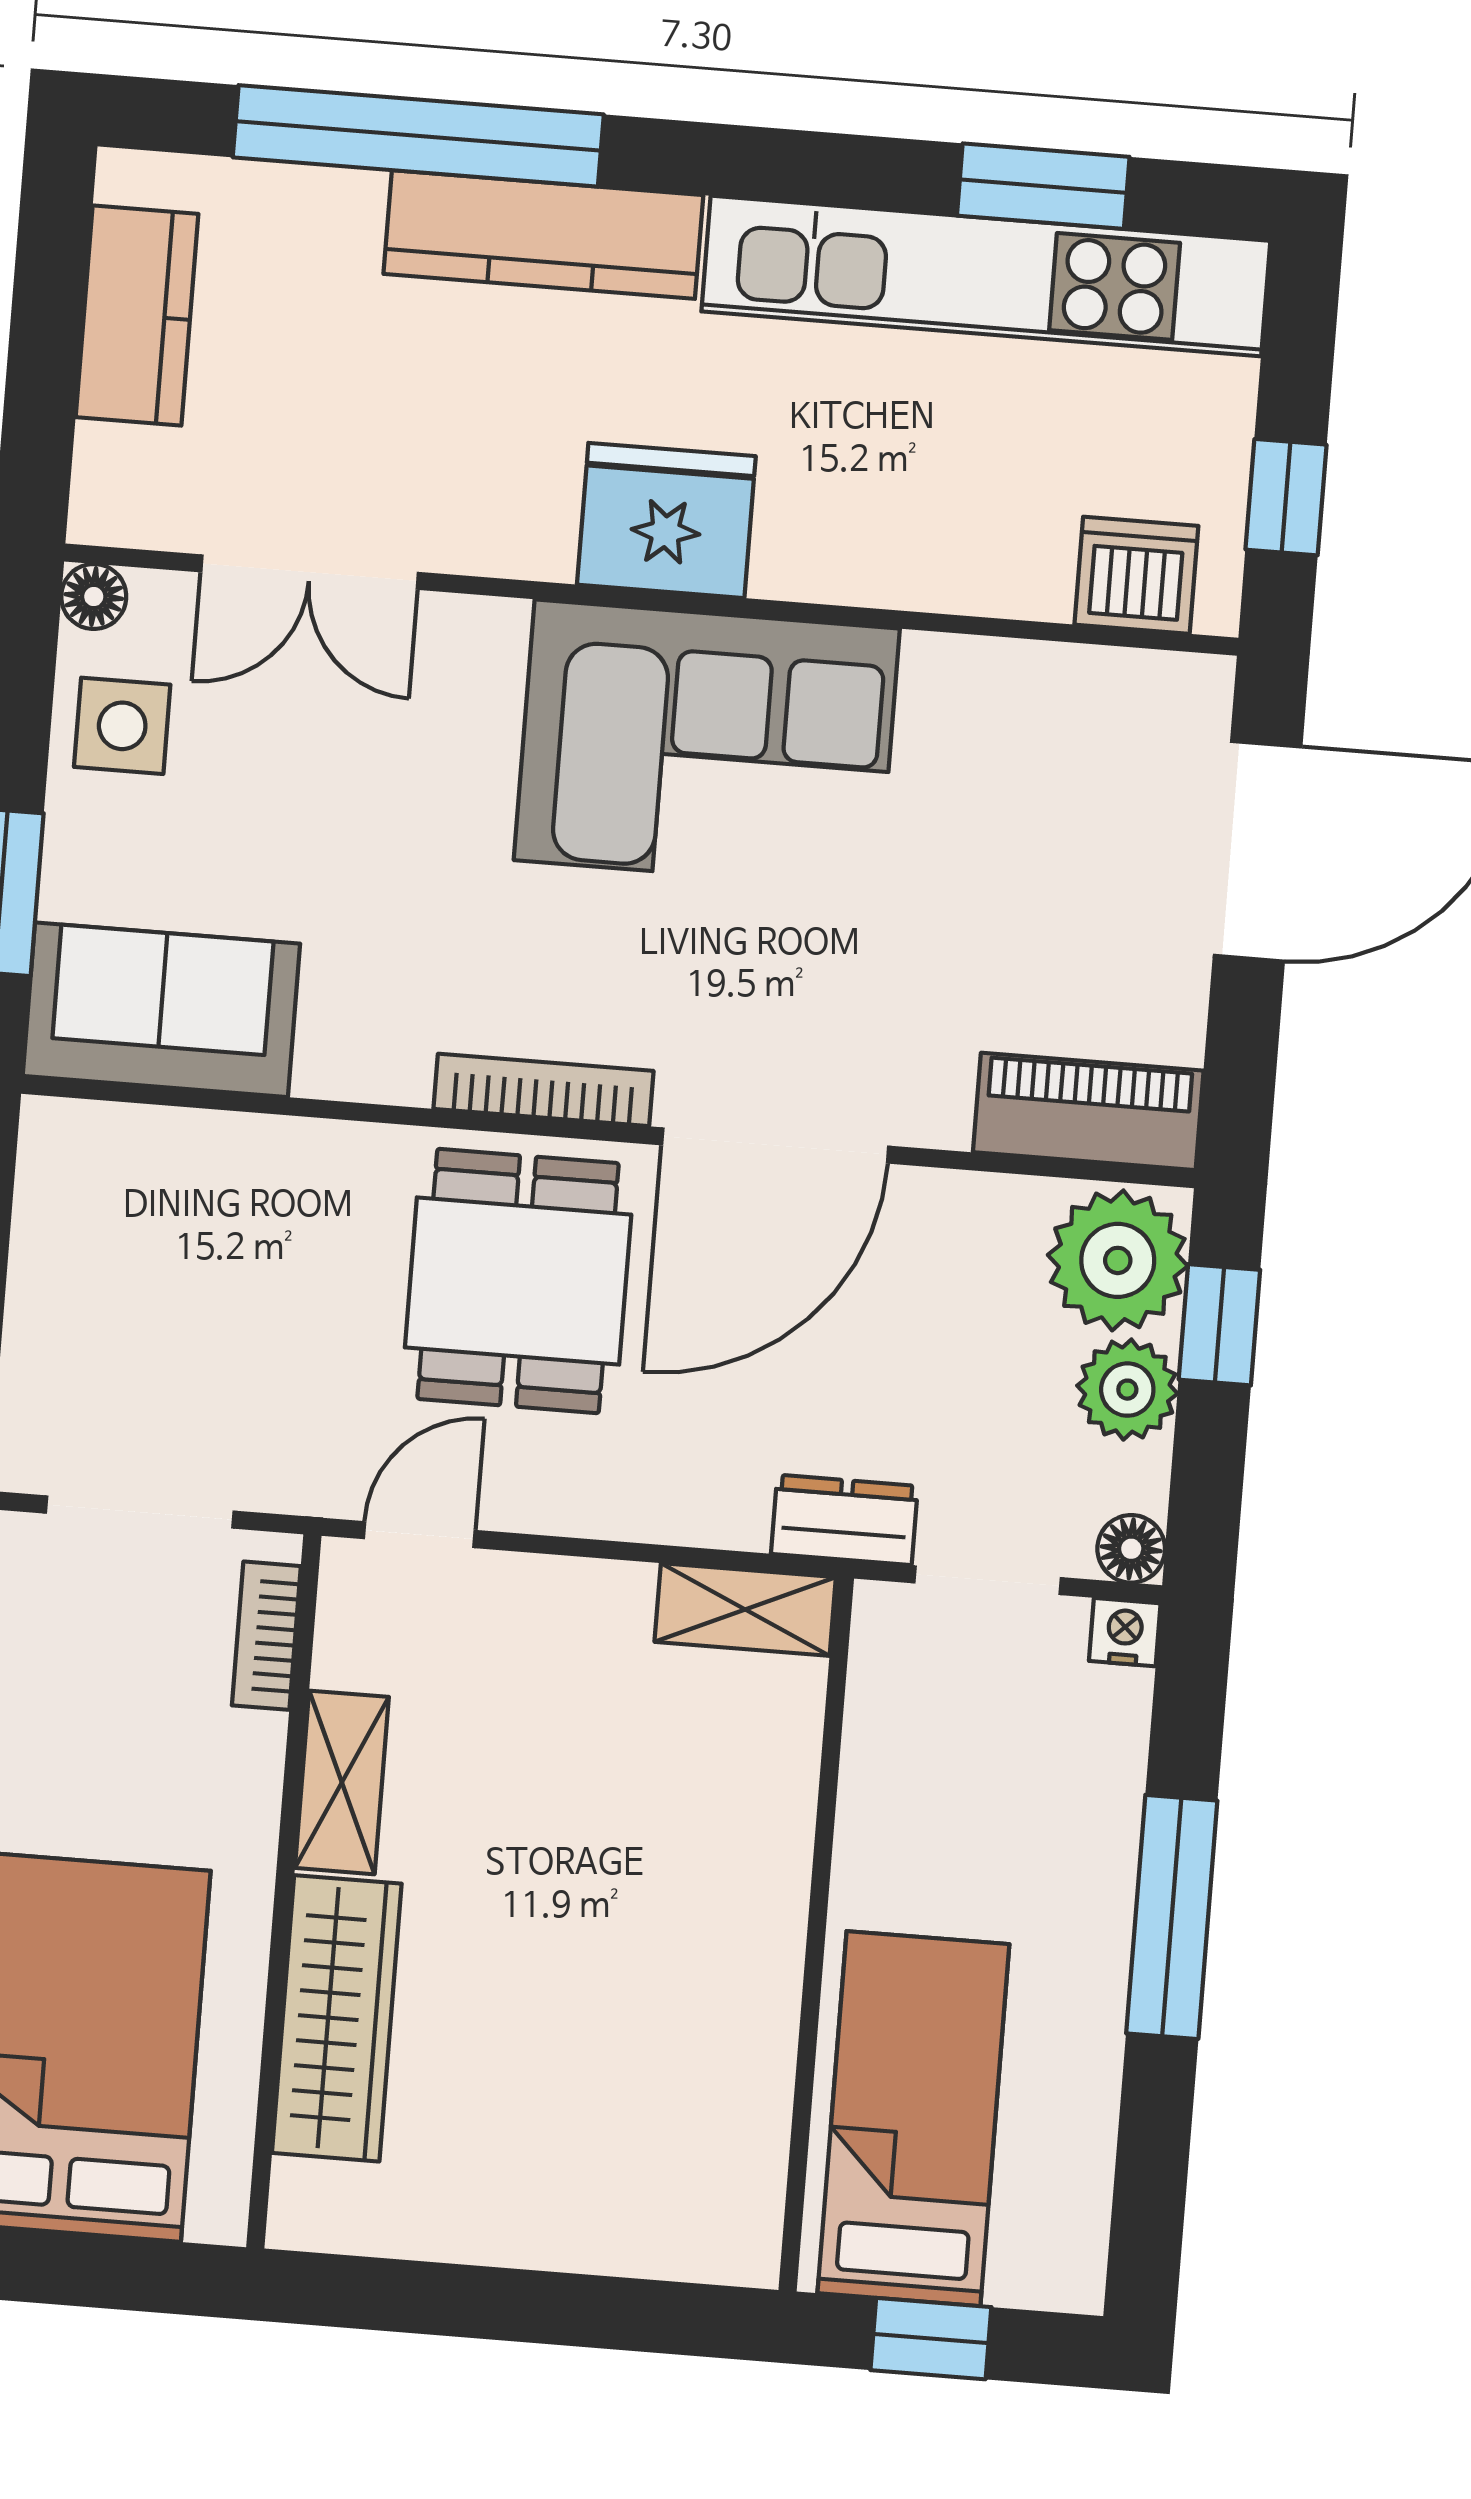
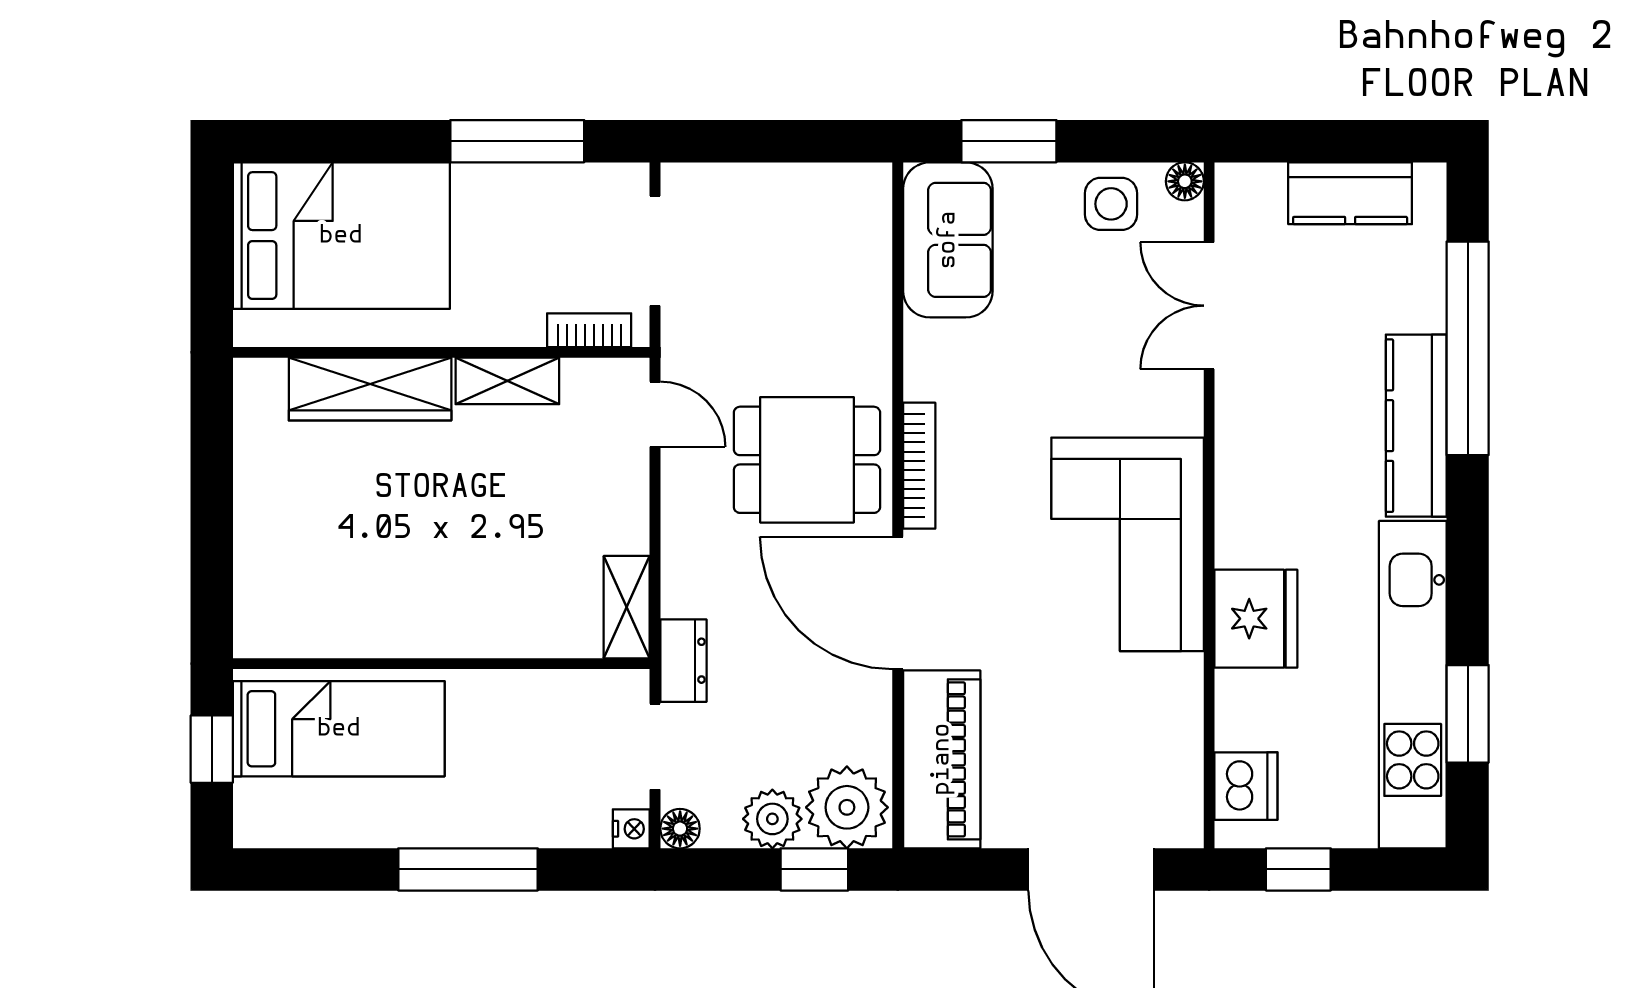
fridge: (666, 520) -> (1256, 619), moved
piano: (1088, 1111) -> (942, 759), width x1.37, depth x1.33

